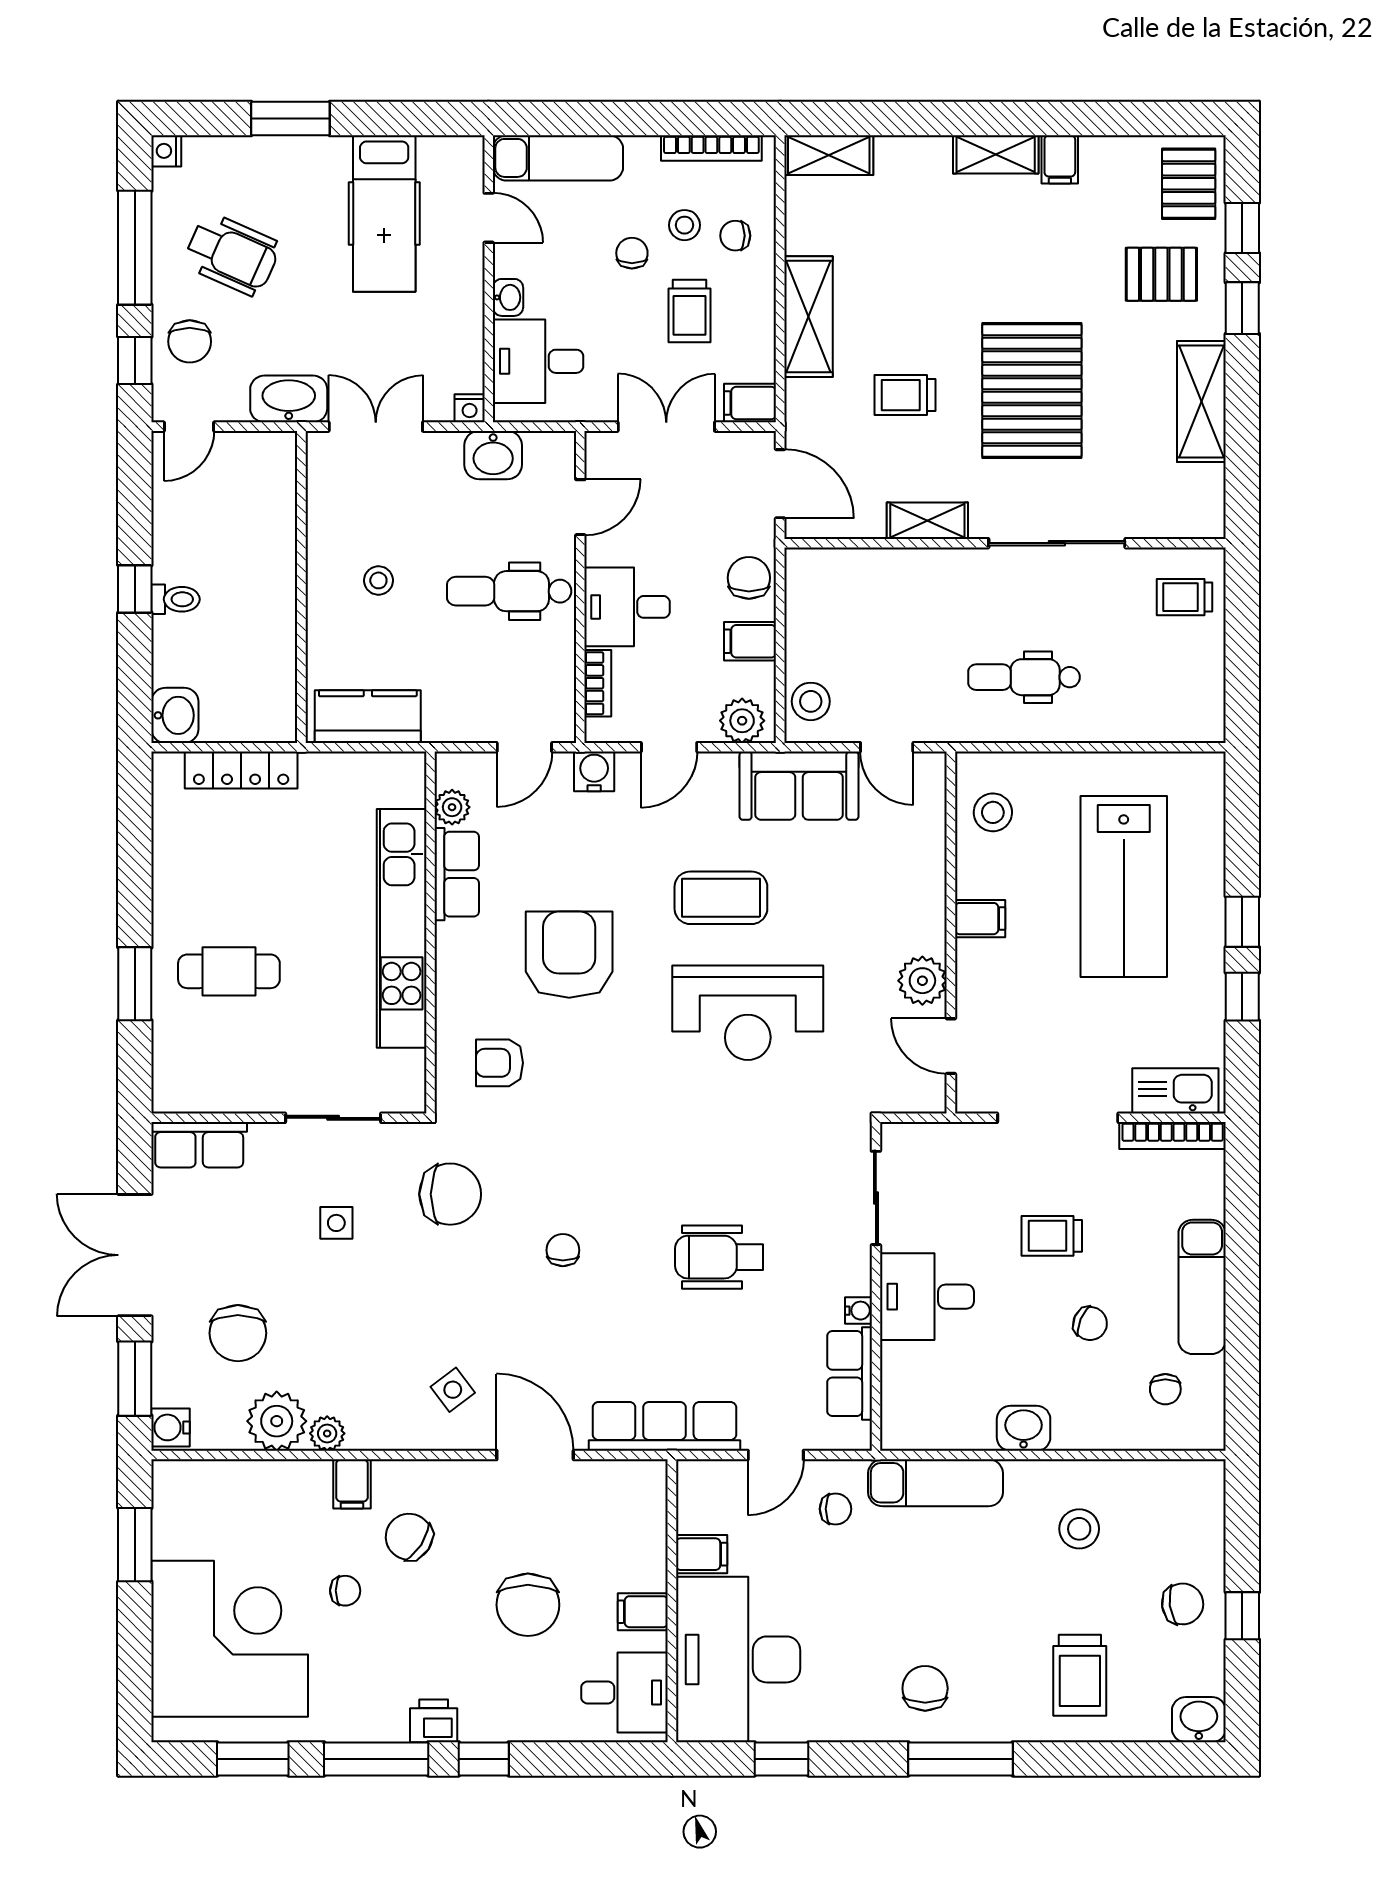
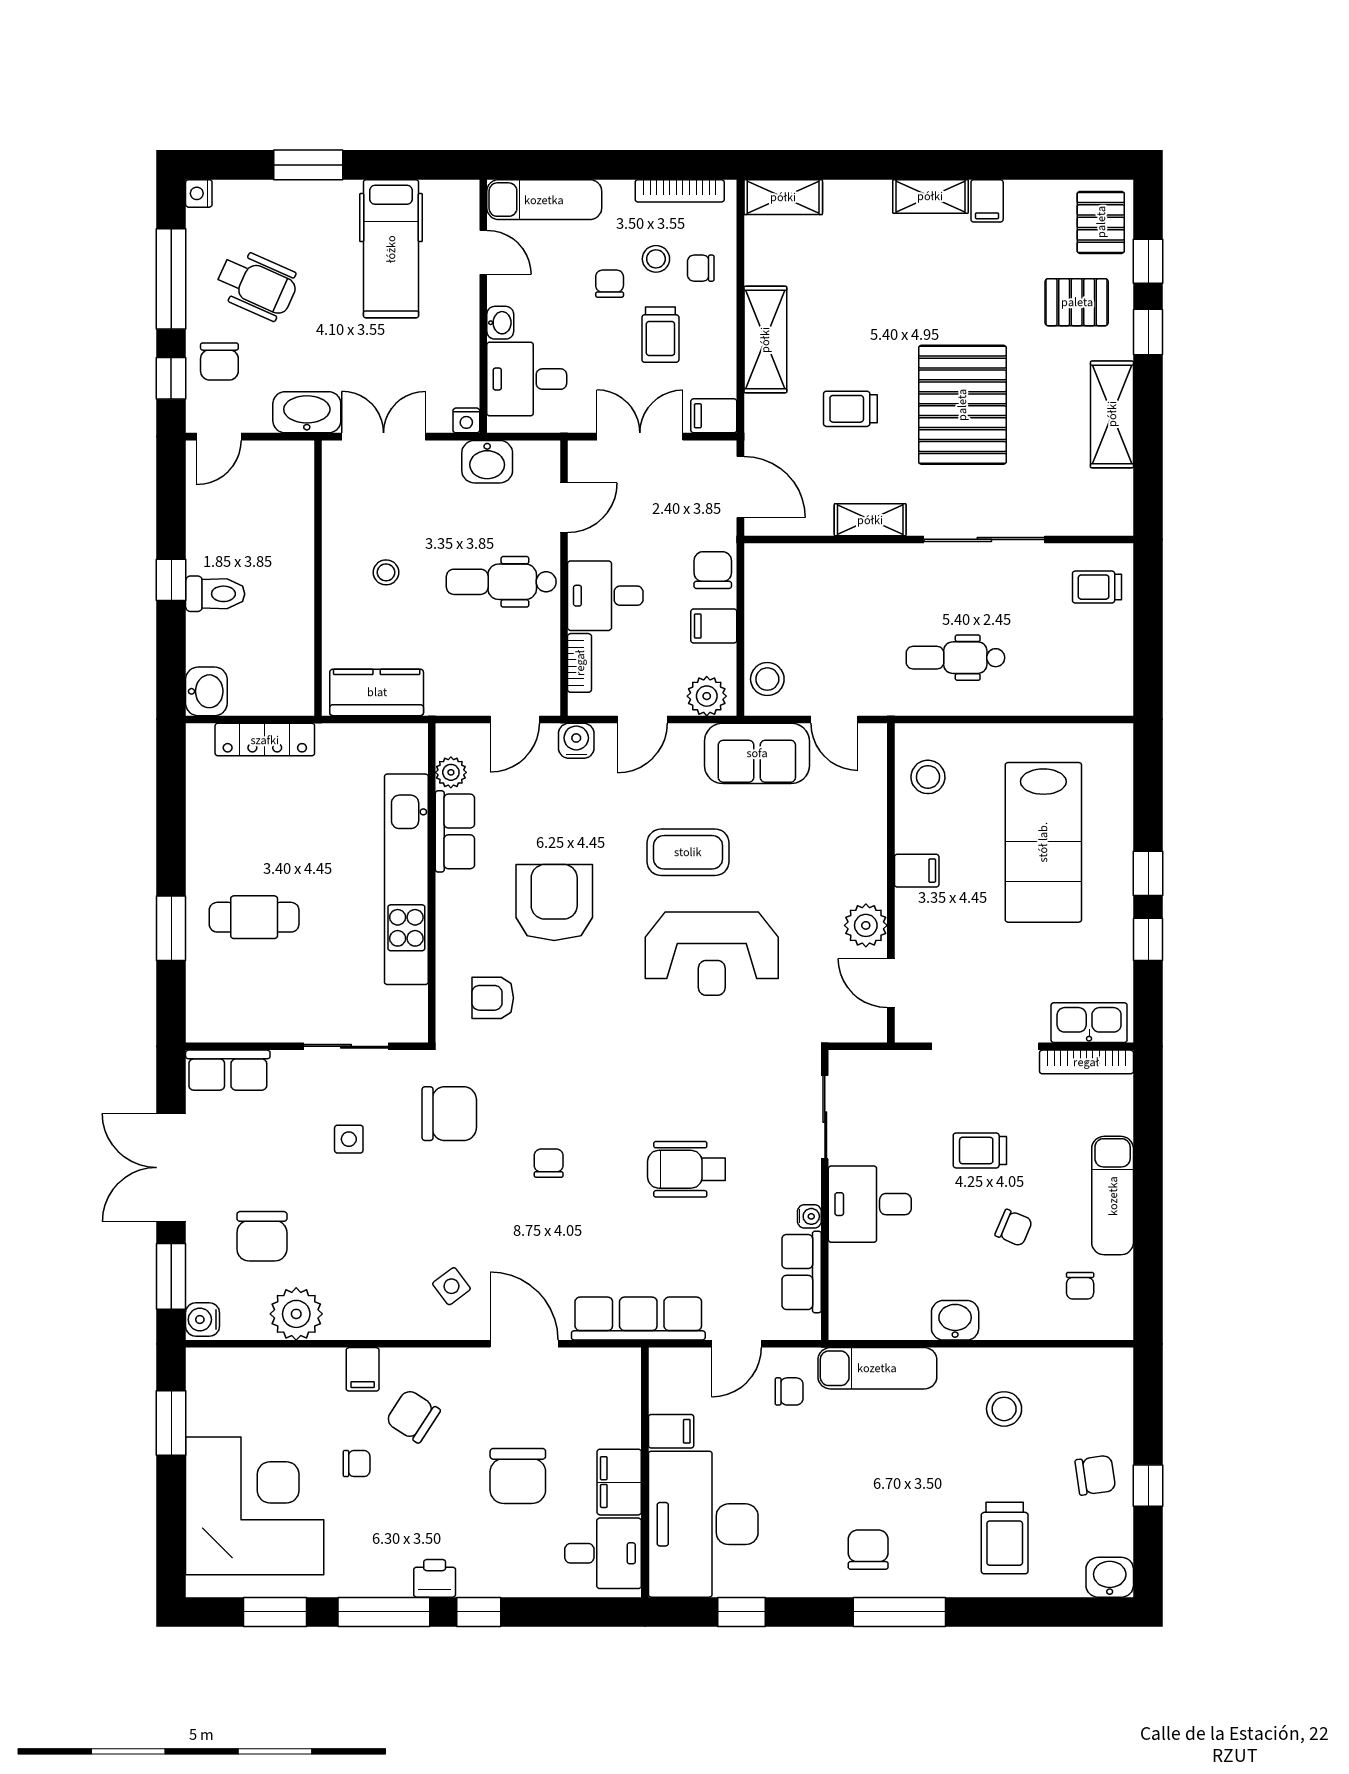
toilet: (176, 599) -> (215, 594), width x1.37, depth x1.39
plant: (327, 1433) -> (341, 1325), removed
filing cabinet: (643, 1612) -> (619, 1482), width x2.00

